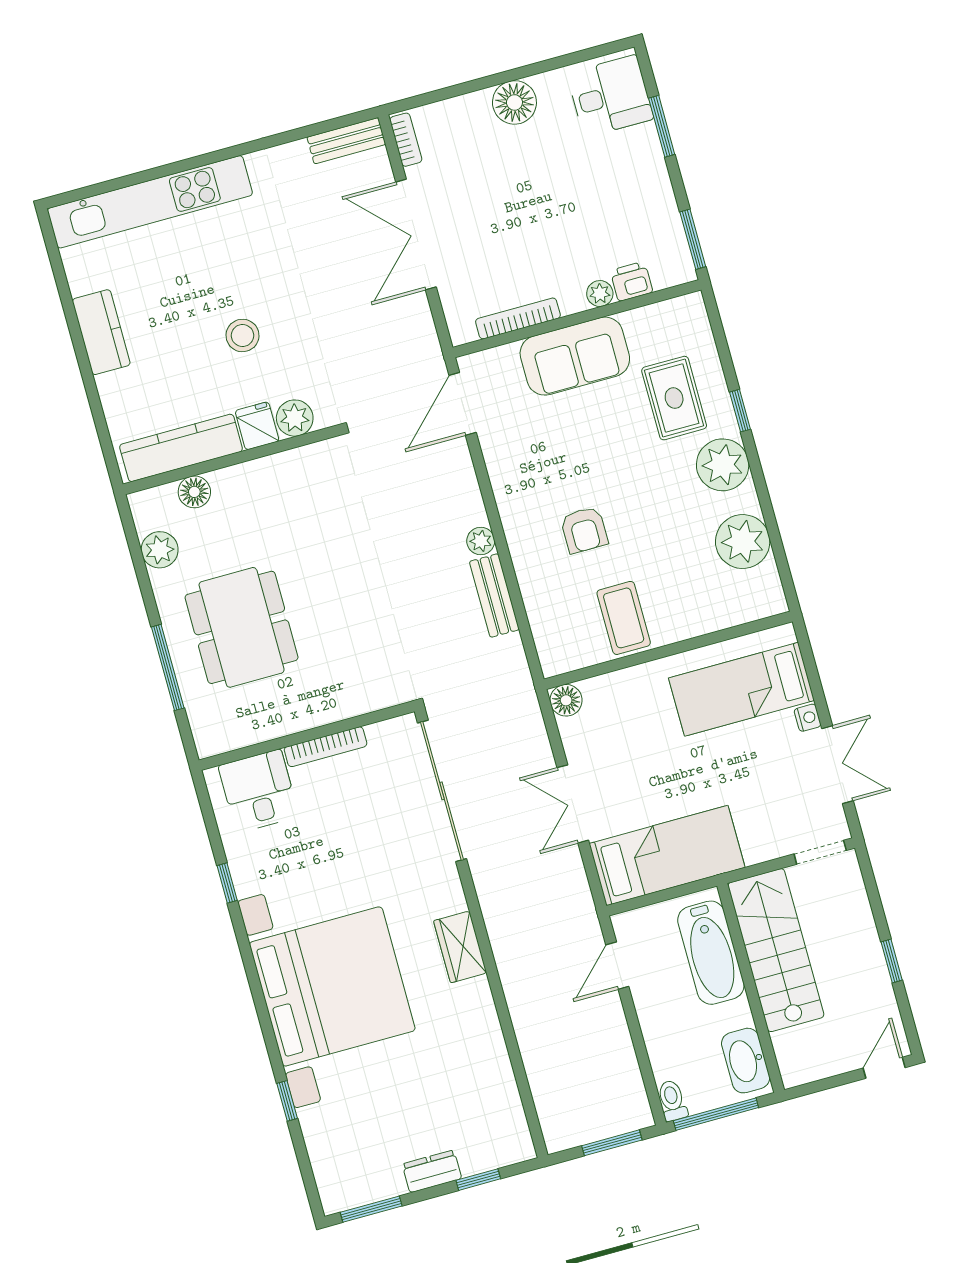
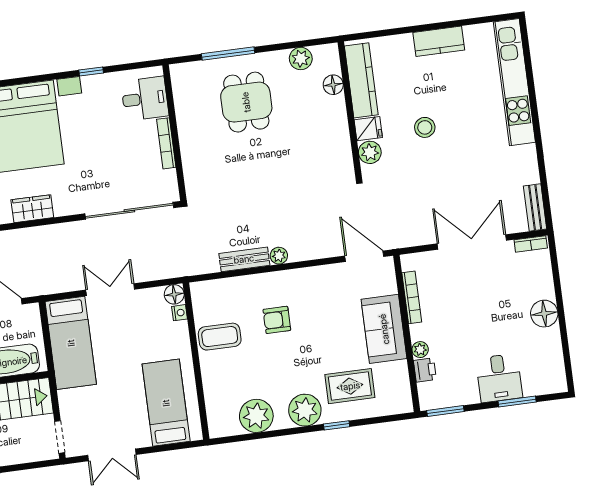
desk: (610, 96) -> (499, 378), moved
dining table: (242, 627) -> (246, 102), width x0.73
nightstand: (808, 718) -> (180, 313), moved, turned -90

